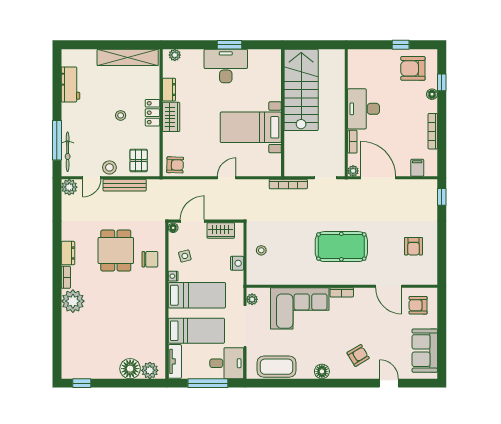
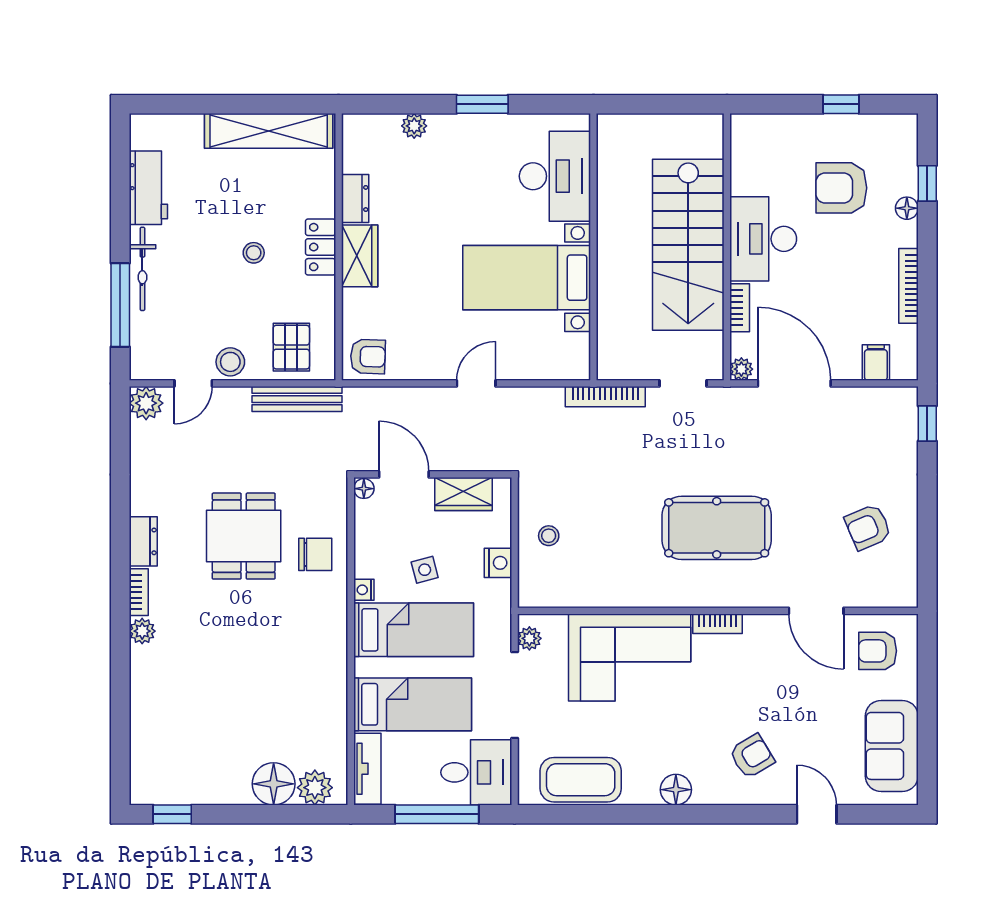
plant: (175, 55) -> (414, 126), moved
desk: (226, 66) -> (555, 176), moved, turned 90
armchair: (413, 68) -> (841, 188), moved
stairs: (301, 90) -> (688, 245), moved, turned 180
bicycle: (68, 152) -> (142, 269), moved
bench: (125, 185) -> (297, 399), moved
door: (192, 221) -> (404, 474), hinge flipped
armchair: (413, 246) -> (868, 527), turned 67
side table: (185, 256) -> (425, 570), moved
plant: (73, 301) -> (142, 631), width x0.53, depth x0.53

